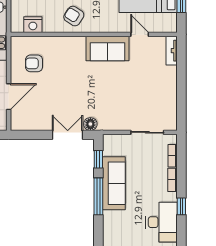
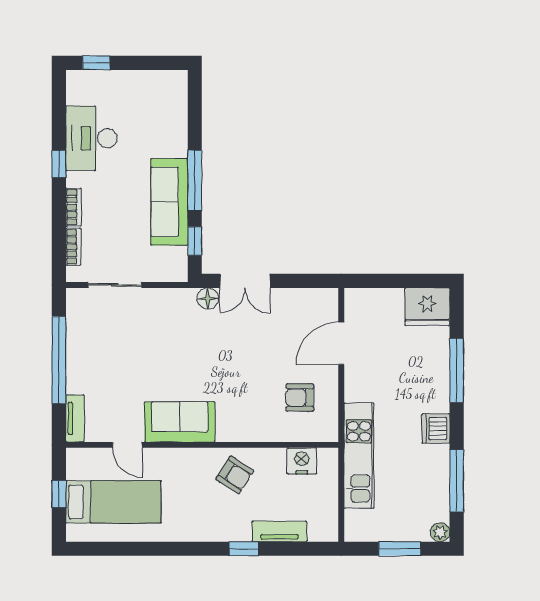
armchair: (34, 63) -> (300, 398), turned 180
window: (181, 86) -> (59, 360), added

